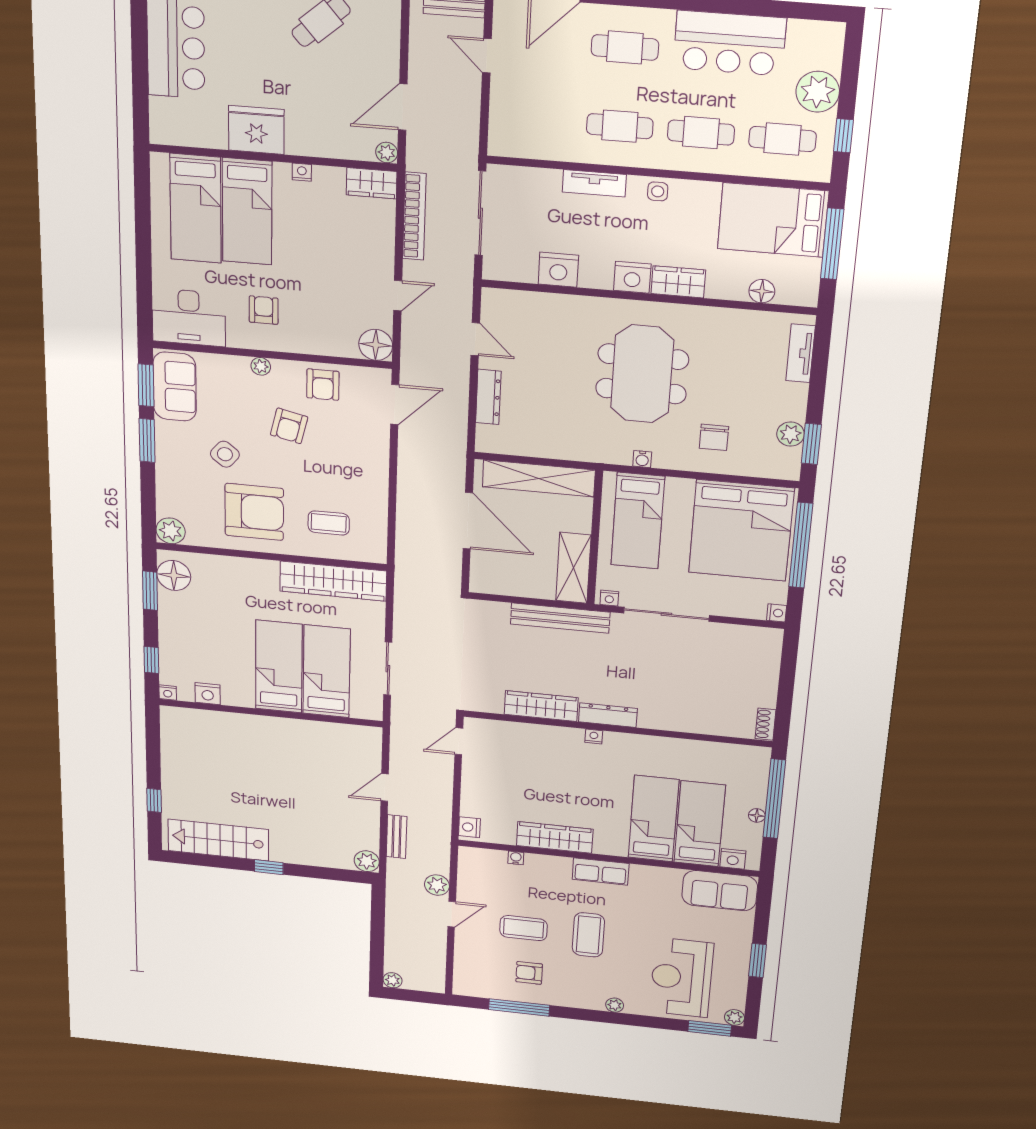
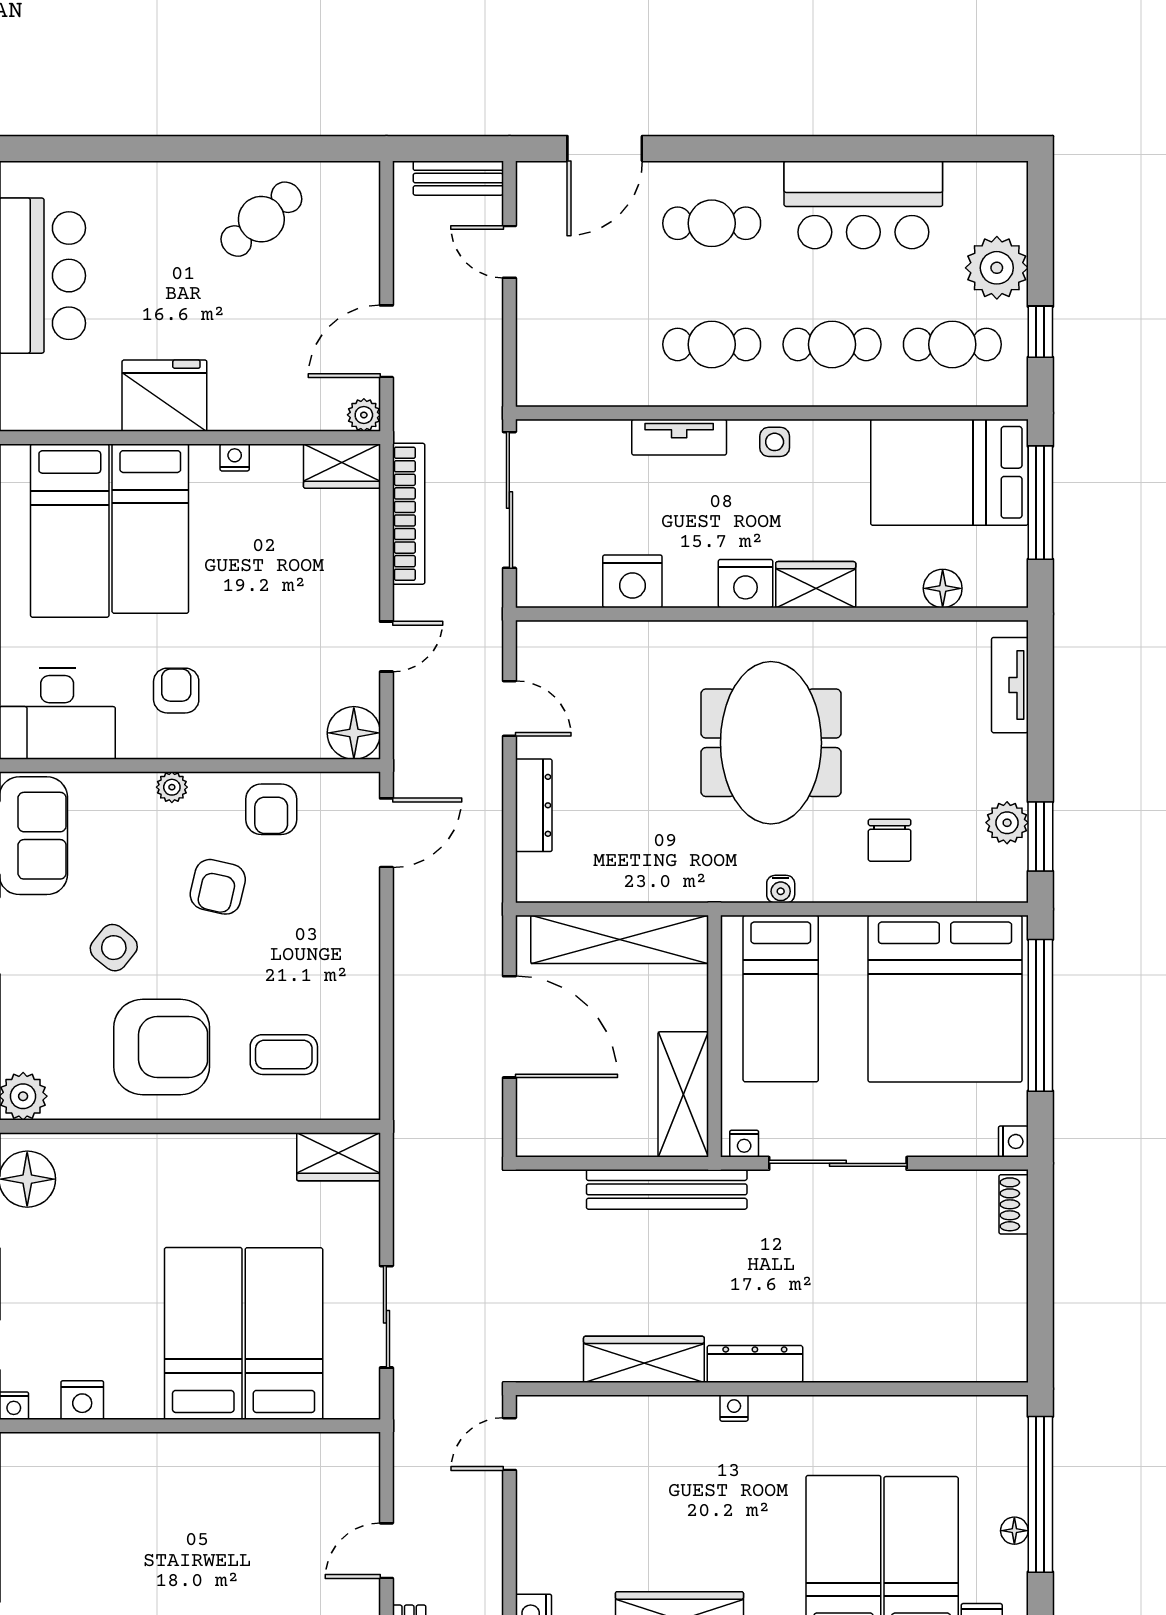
wardrobe: (333, 581) -> (339, 1157), width x0.48, depth x0.85
shoe rack: (766, 724) -> (1014, 1204), moved

